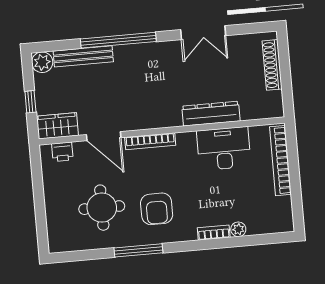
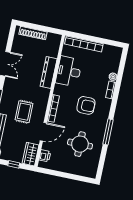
rug: (129, 91) -> (24, 112), added
armchair: (157, 209) -> (86, 105), moved

